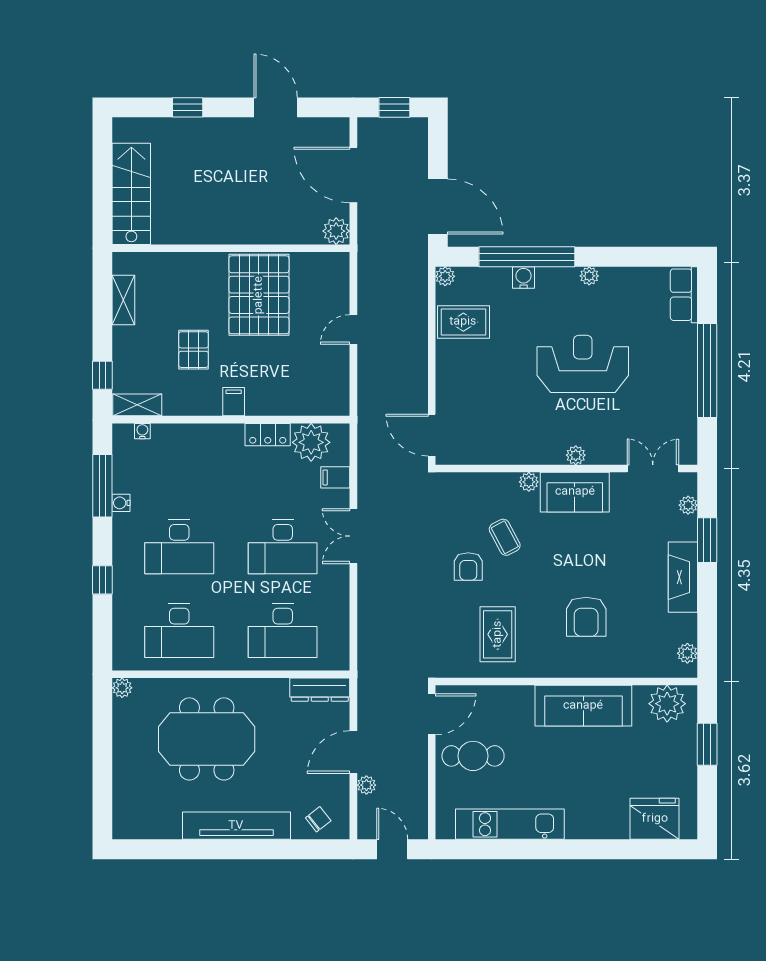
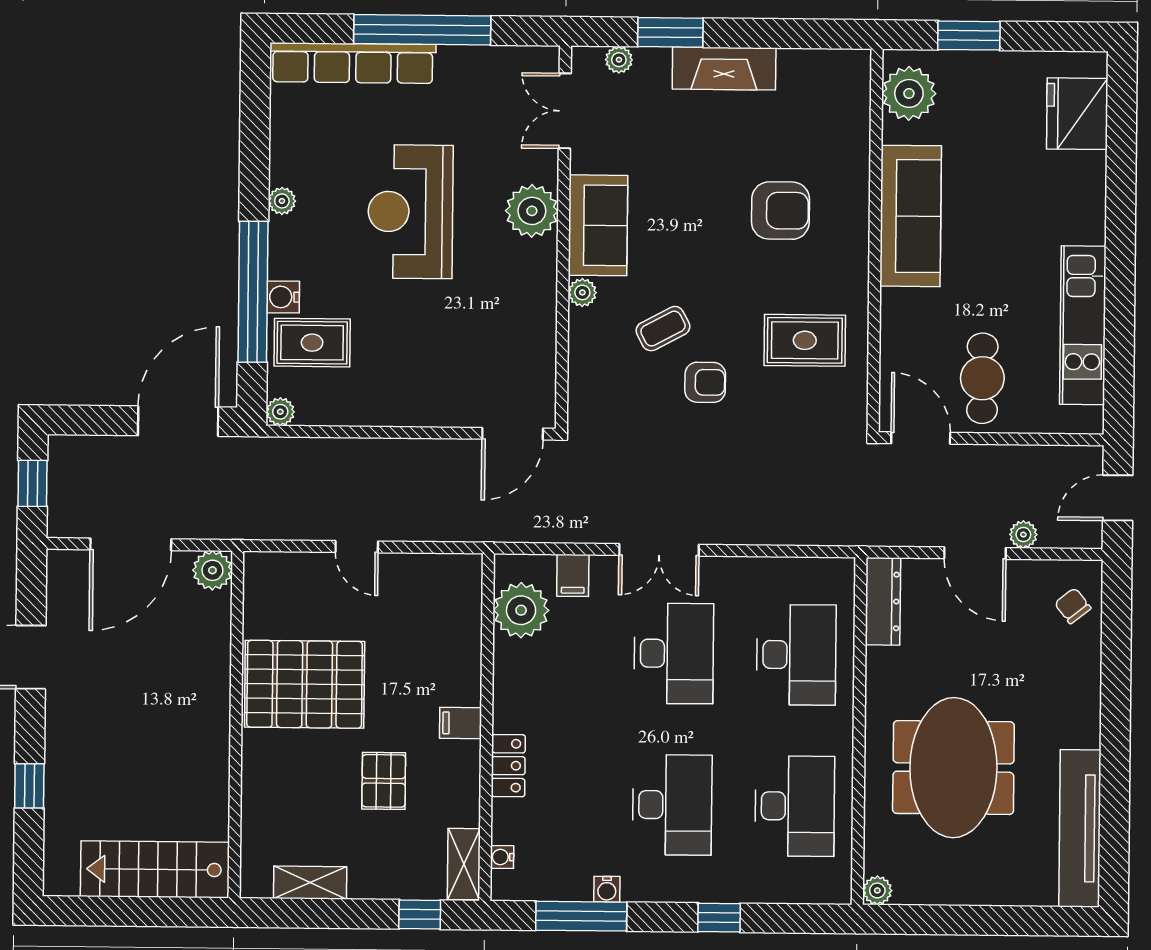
row of seats: (684, 295) -> (353, 63), width x2.02
rug: (463, 322) -> (312, 343), moved, turned 90
pallet: (194, 350) -> (384, 781), turned 90
locker: (268, 435) -> (508, 766), moved
plant: (576, 455) -> (532, 211), width x1.88, depth x1.88
plant: (687, 653) -> (835, 63), removed
tv unit: (236, 826) -> (1080, 828), moved

